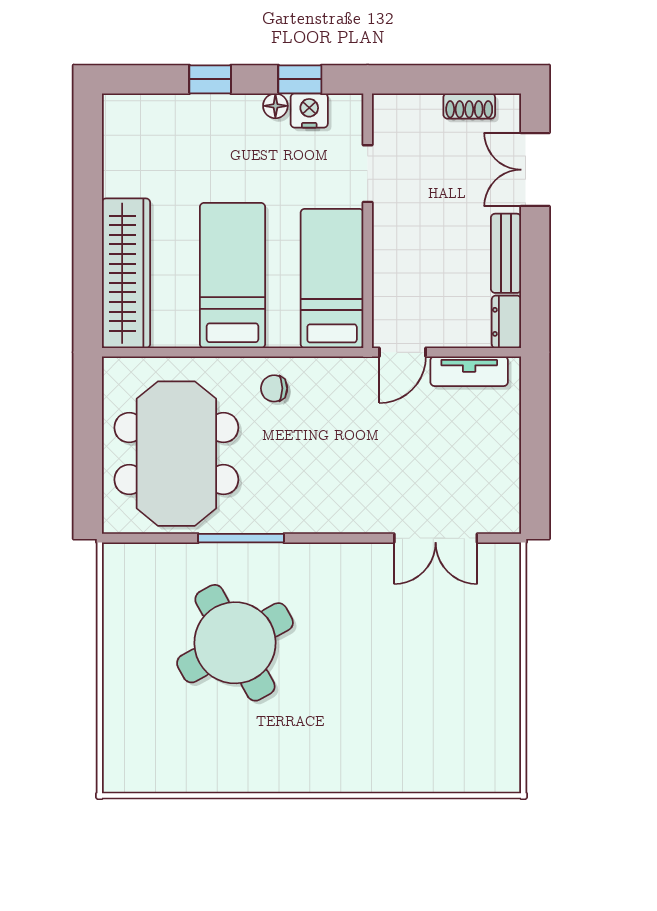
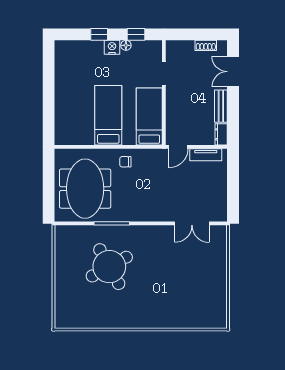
nightstand: (309, 111) -> (112, 47), moved
wardrobe: (126, 273) -> (64, 114), removed

